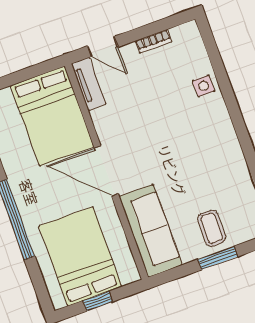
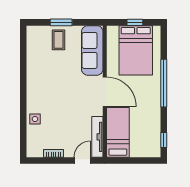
door: (103, 47) -> (82, 160), hinge flipped
tv unit: (89, 84) -> (97, 137), width x1.41
bed: (52, 116) -> (118, 132), width x0.67

